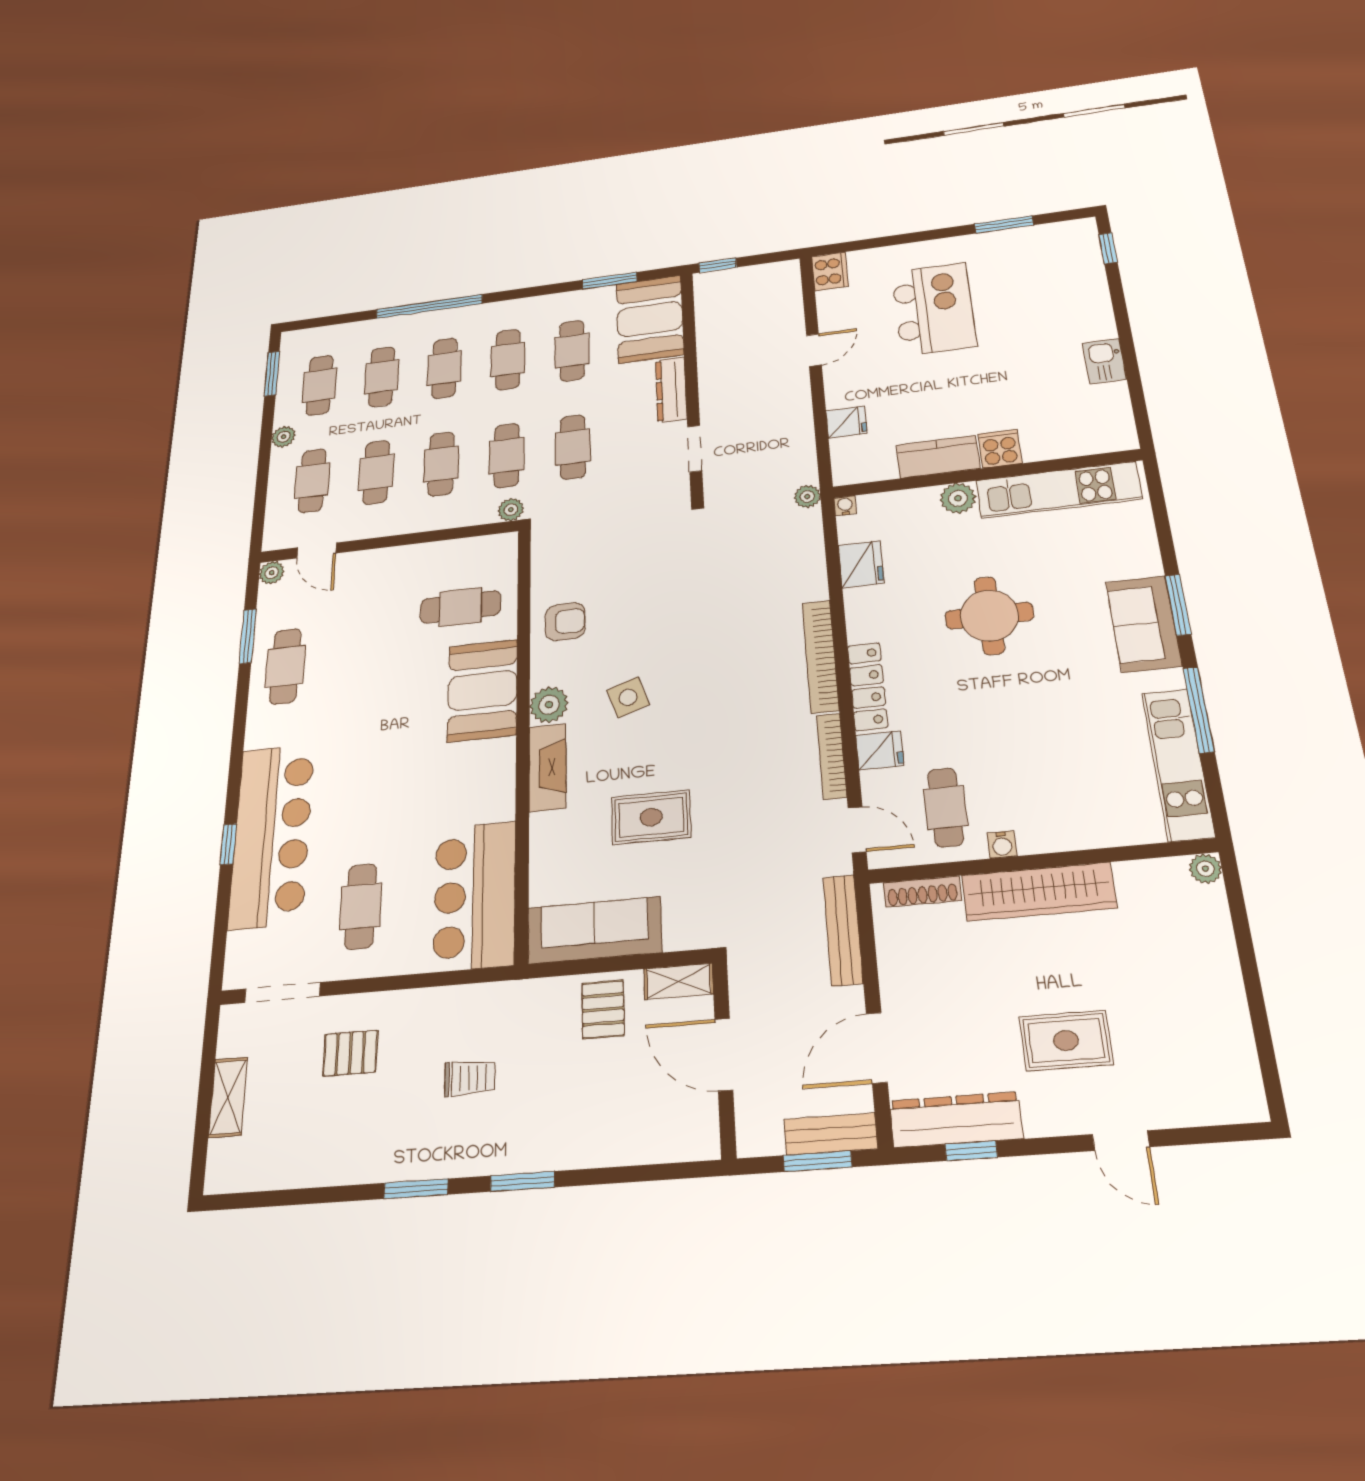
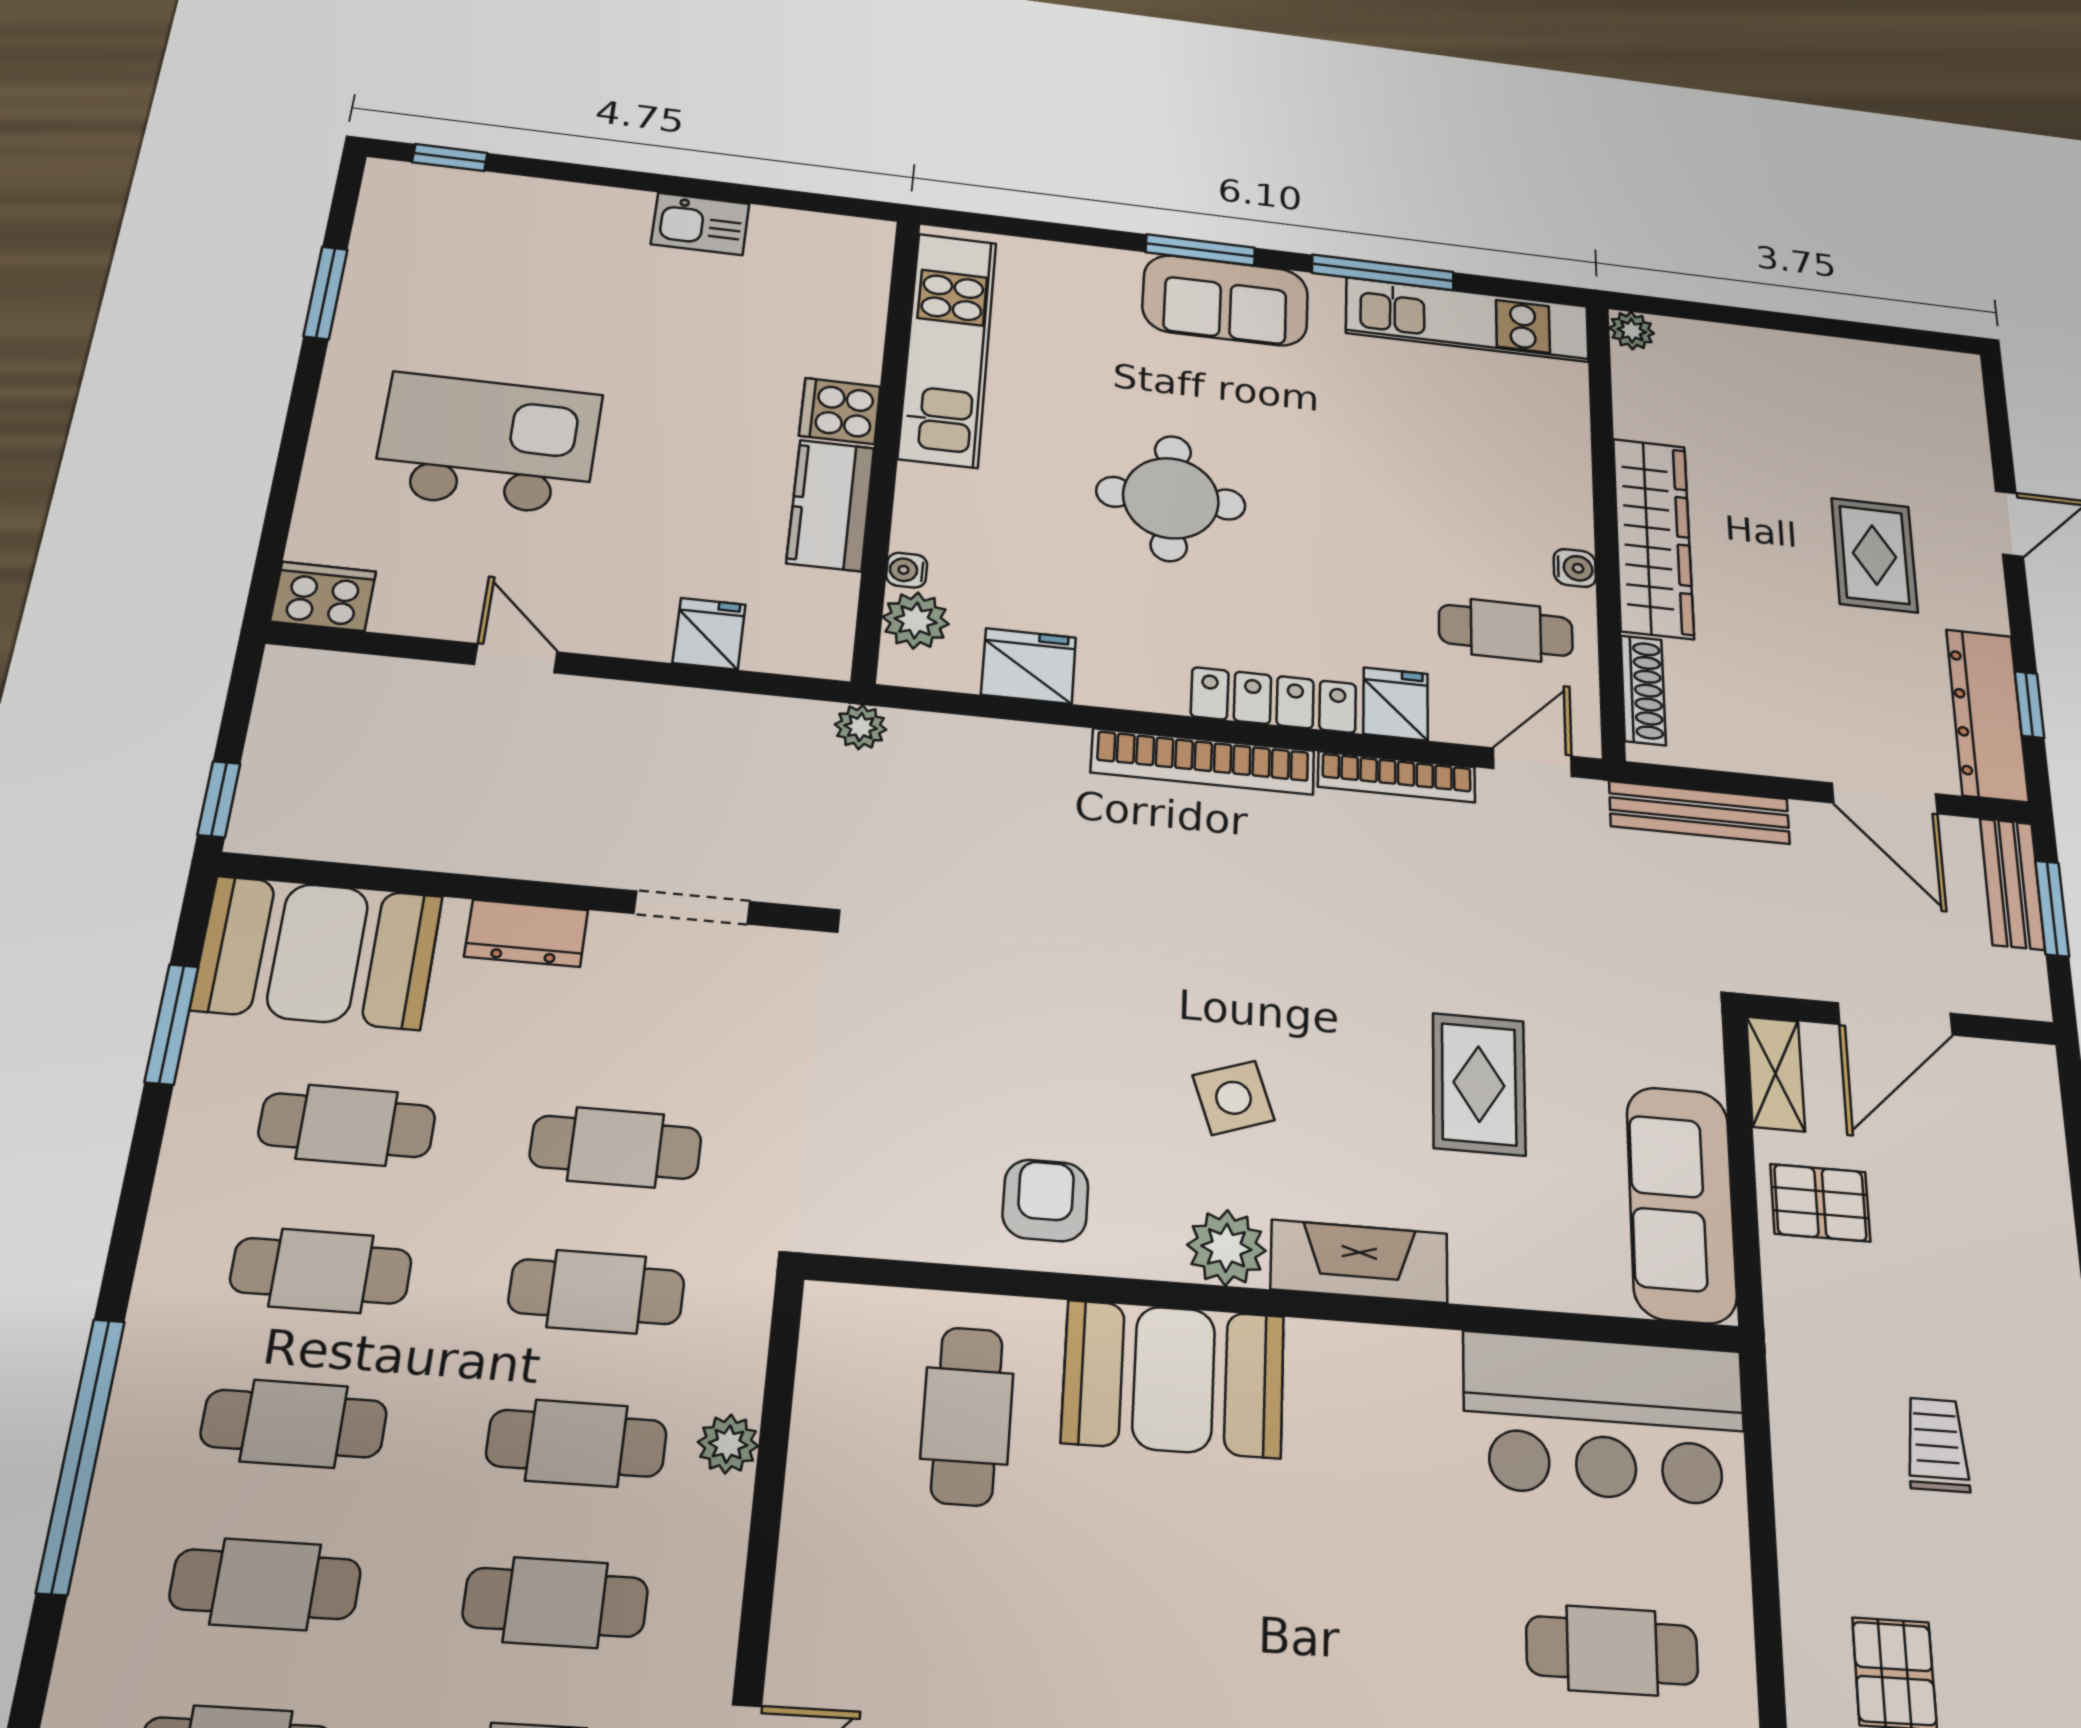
dresser: (671, 390) -> (526, 933), width x0.70
plant: (958, 498) -> (916, 621), moved
water cooler: (845, 506) -> (907, 570), moved
plant: (511, 510) -> (728, 1444), moved

